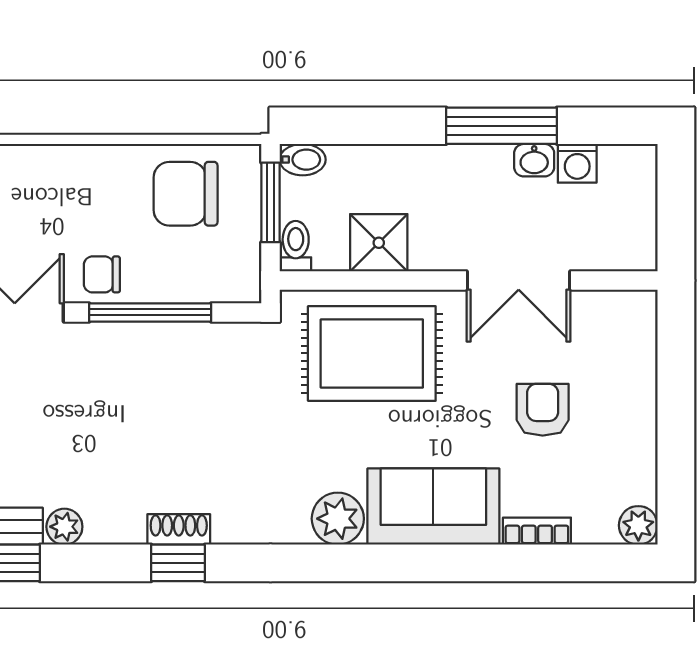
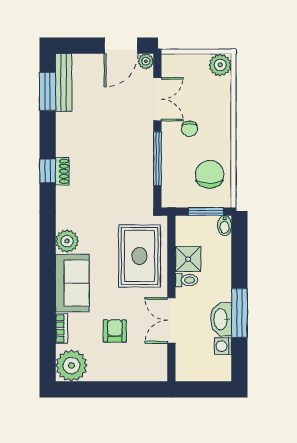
washbasin: (534, 160) -> (221, 319), width x1.91, depth x1.45
toilet: (296, 246) -> (187, 280), moved
chair: (102, 274) -> (189, 129), moved, turned 180
armchair: (543, 410) -> (115, 331), turned -90
plant: (638, 525) -> (71, 366), width x1.87, depth x1.87
plant: (64, 527) -> (63, 121), removed

